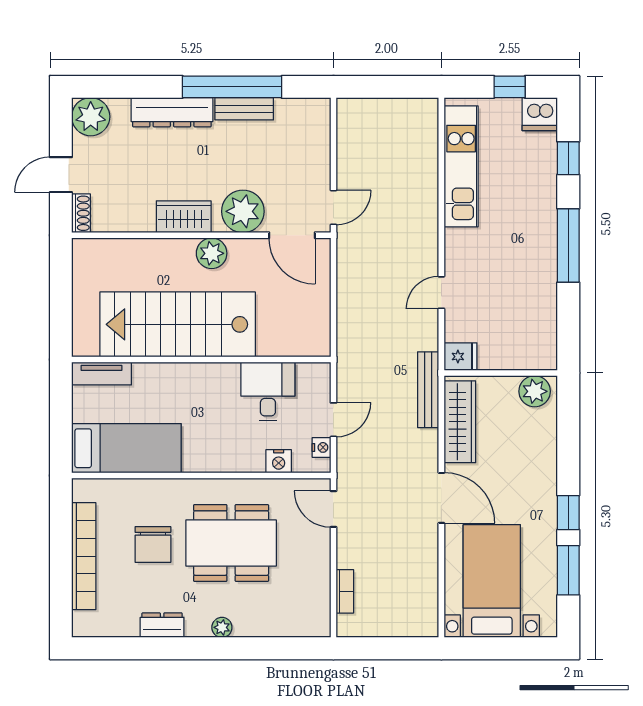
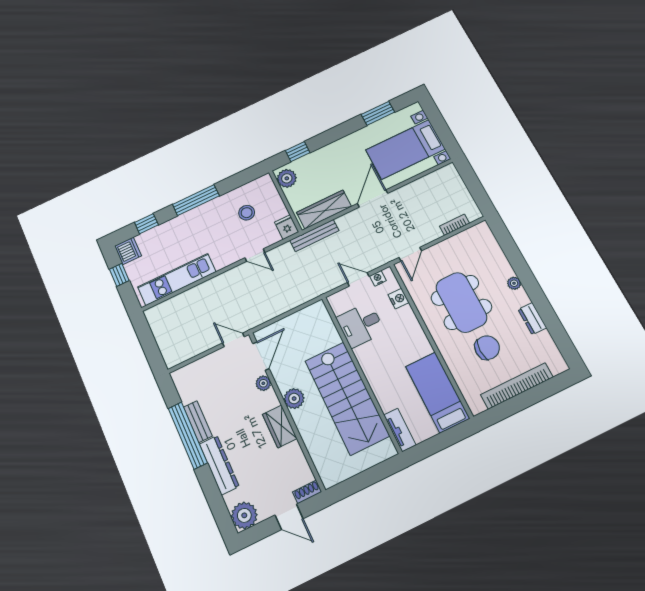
plant: (243, 211) -> (263, 383), width x0.53, depth x0.53
stool: (511, 310) -> (247, 213), added
window: (568, 513) -> (298, 152), moved

